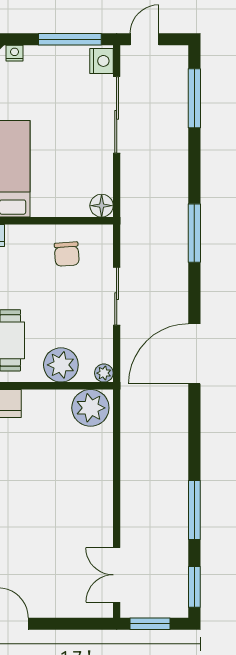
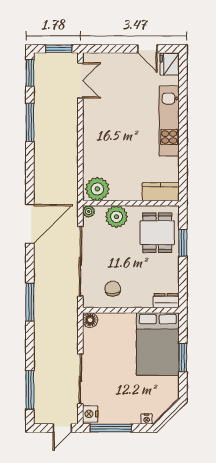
sliding door: (117, 296) -> (80, 261), width x1.86

